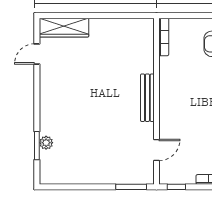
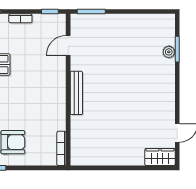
wardrobe: (64, 28) -> (160, 157), width x0.67

